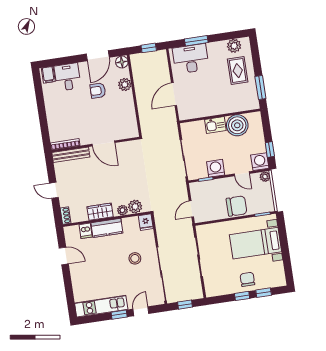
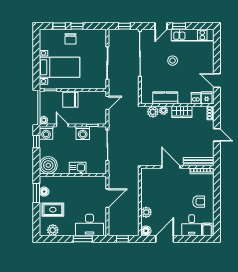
rug: (238, 71) -> (53, 210), turned 90
armchair: (98, 91) -> (199, 202), moved
floor lamp: (251, 91) -> (44, 192), added
boiler: (237, 125) -> (48, 165), moved
fridge: (146, 222) -> (207, 98), moved
kitchen counter: (107, 228) -> (165, 98), moved
stool: (135, 258) -> (173, 61), moved

